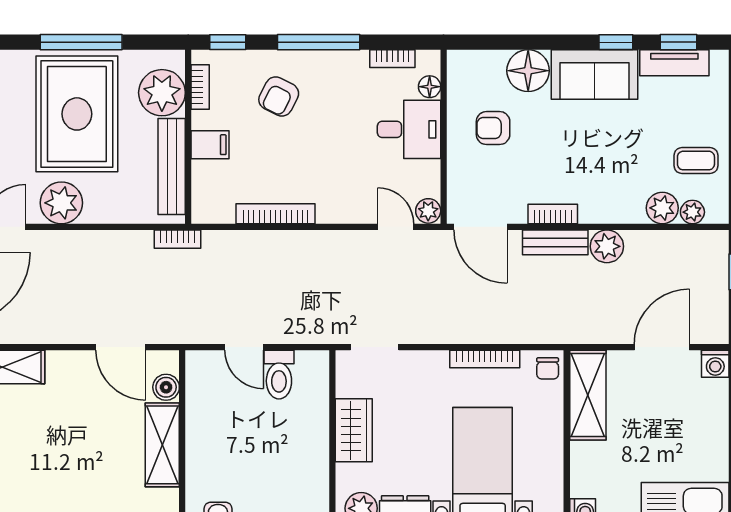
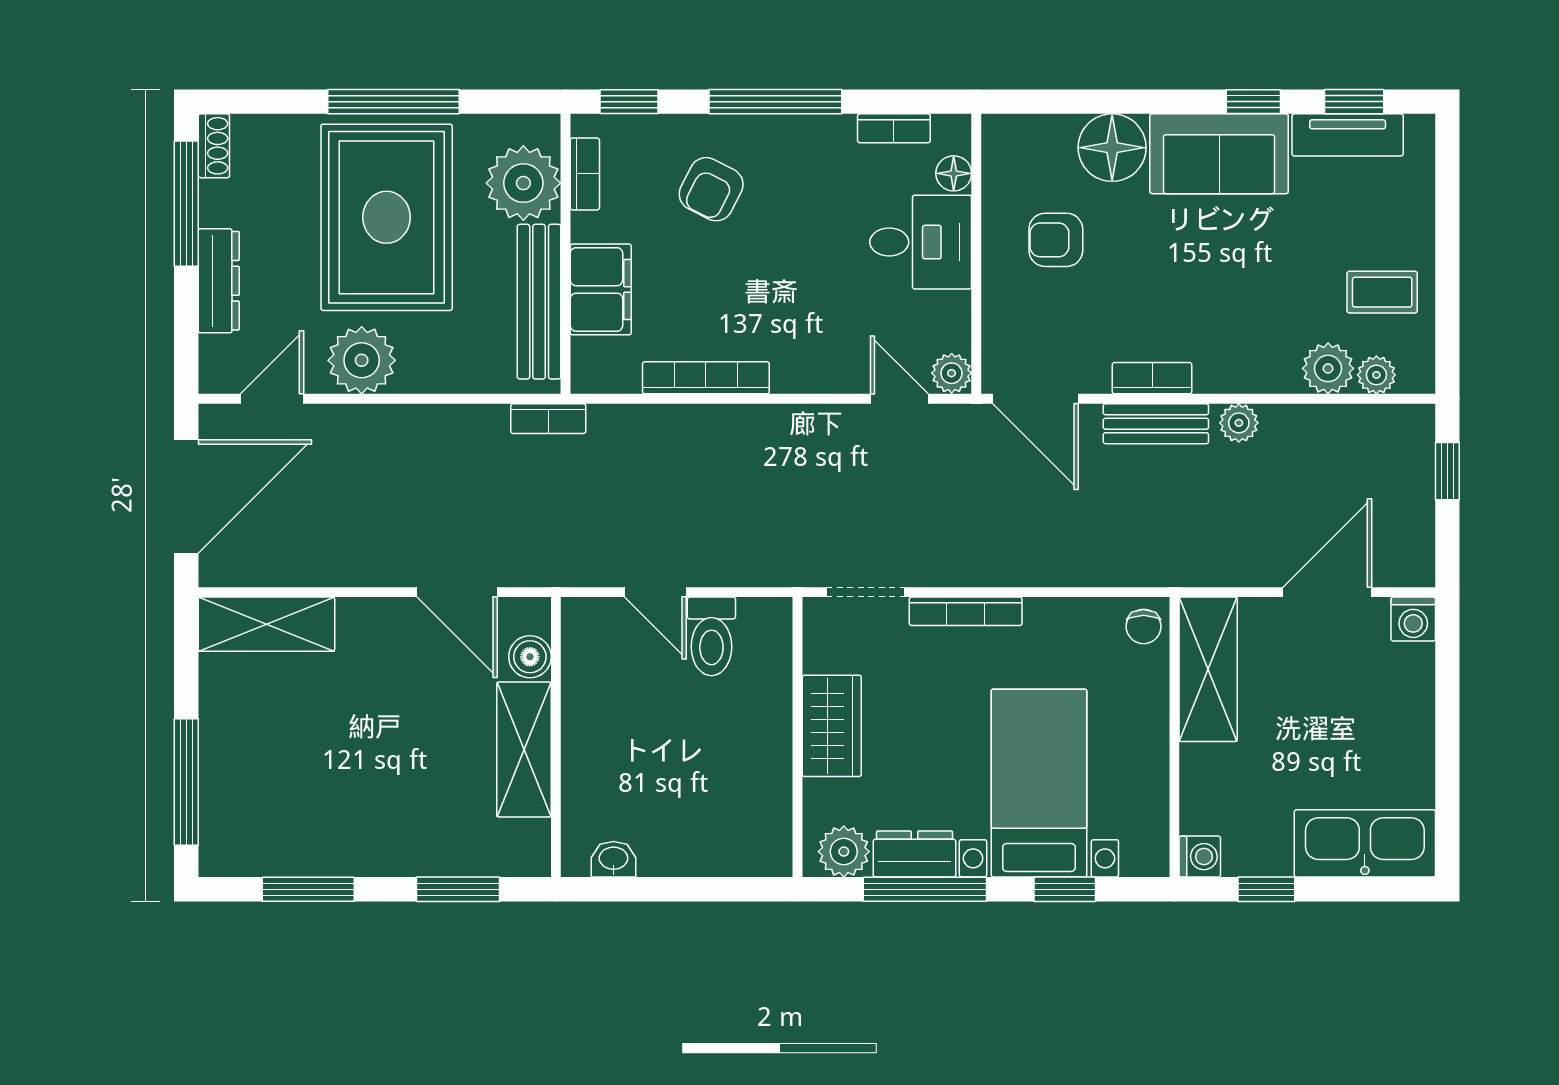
filing cabinet: (210, 145) -> (601, 289), width x2.00
plant: (607, 246) -> (1239, 423), width x0.73, depth x0.73
bookcase: (485, 359) -> (966, 611), moved

